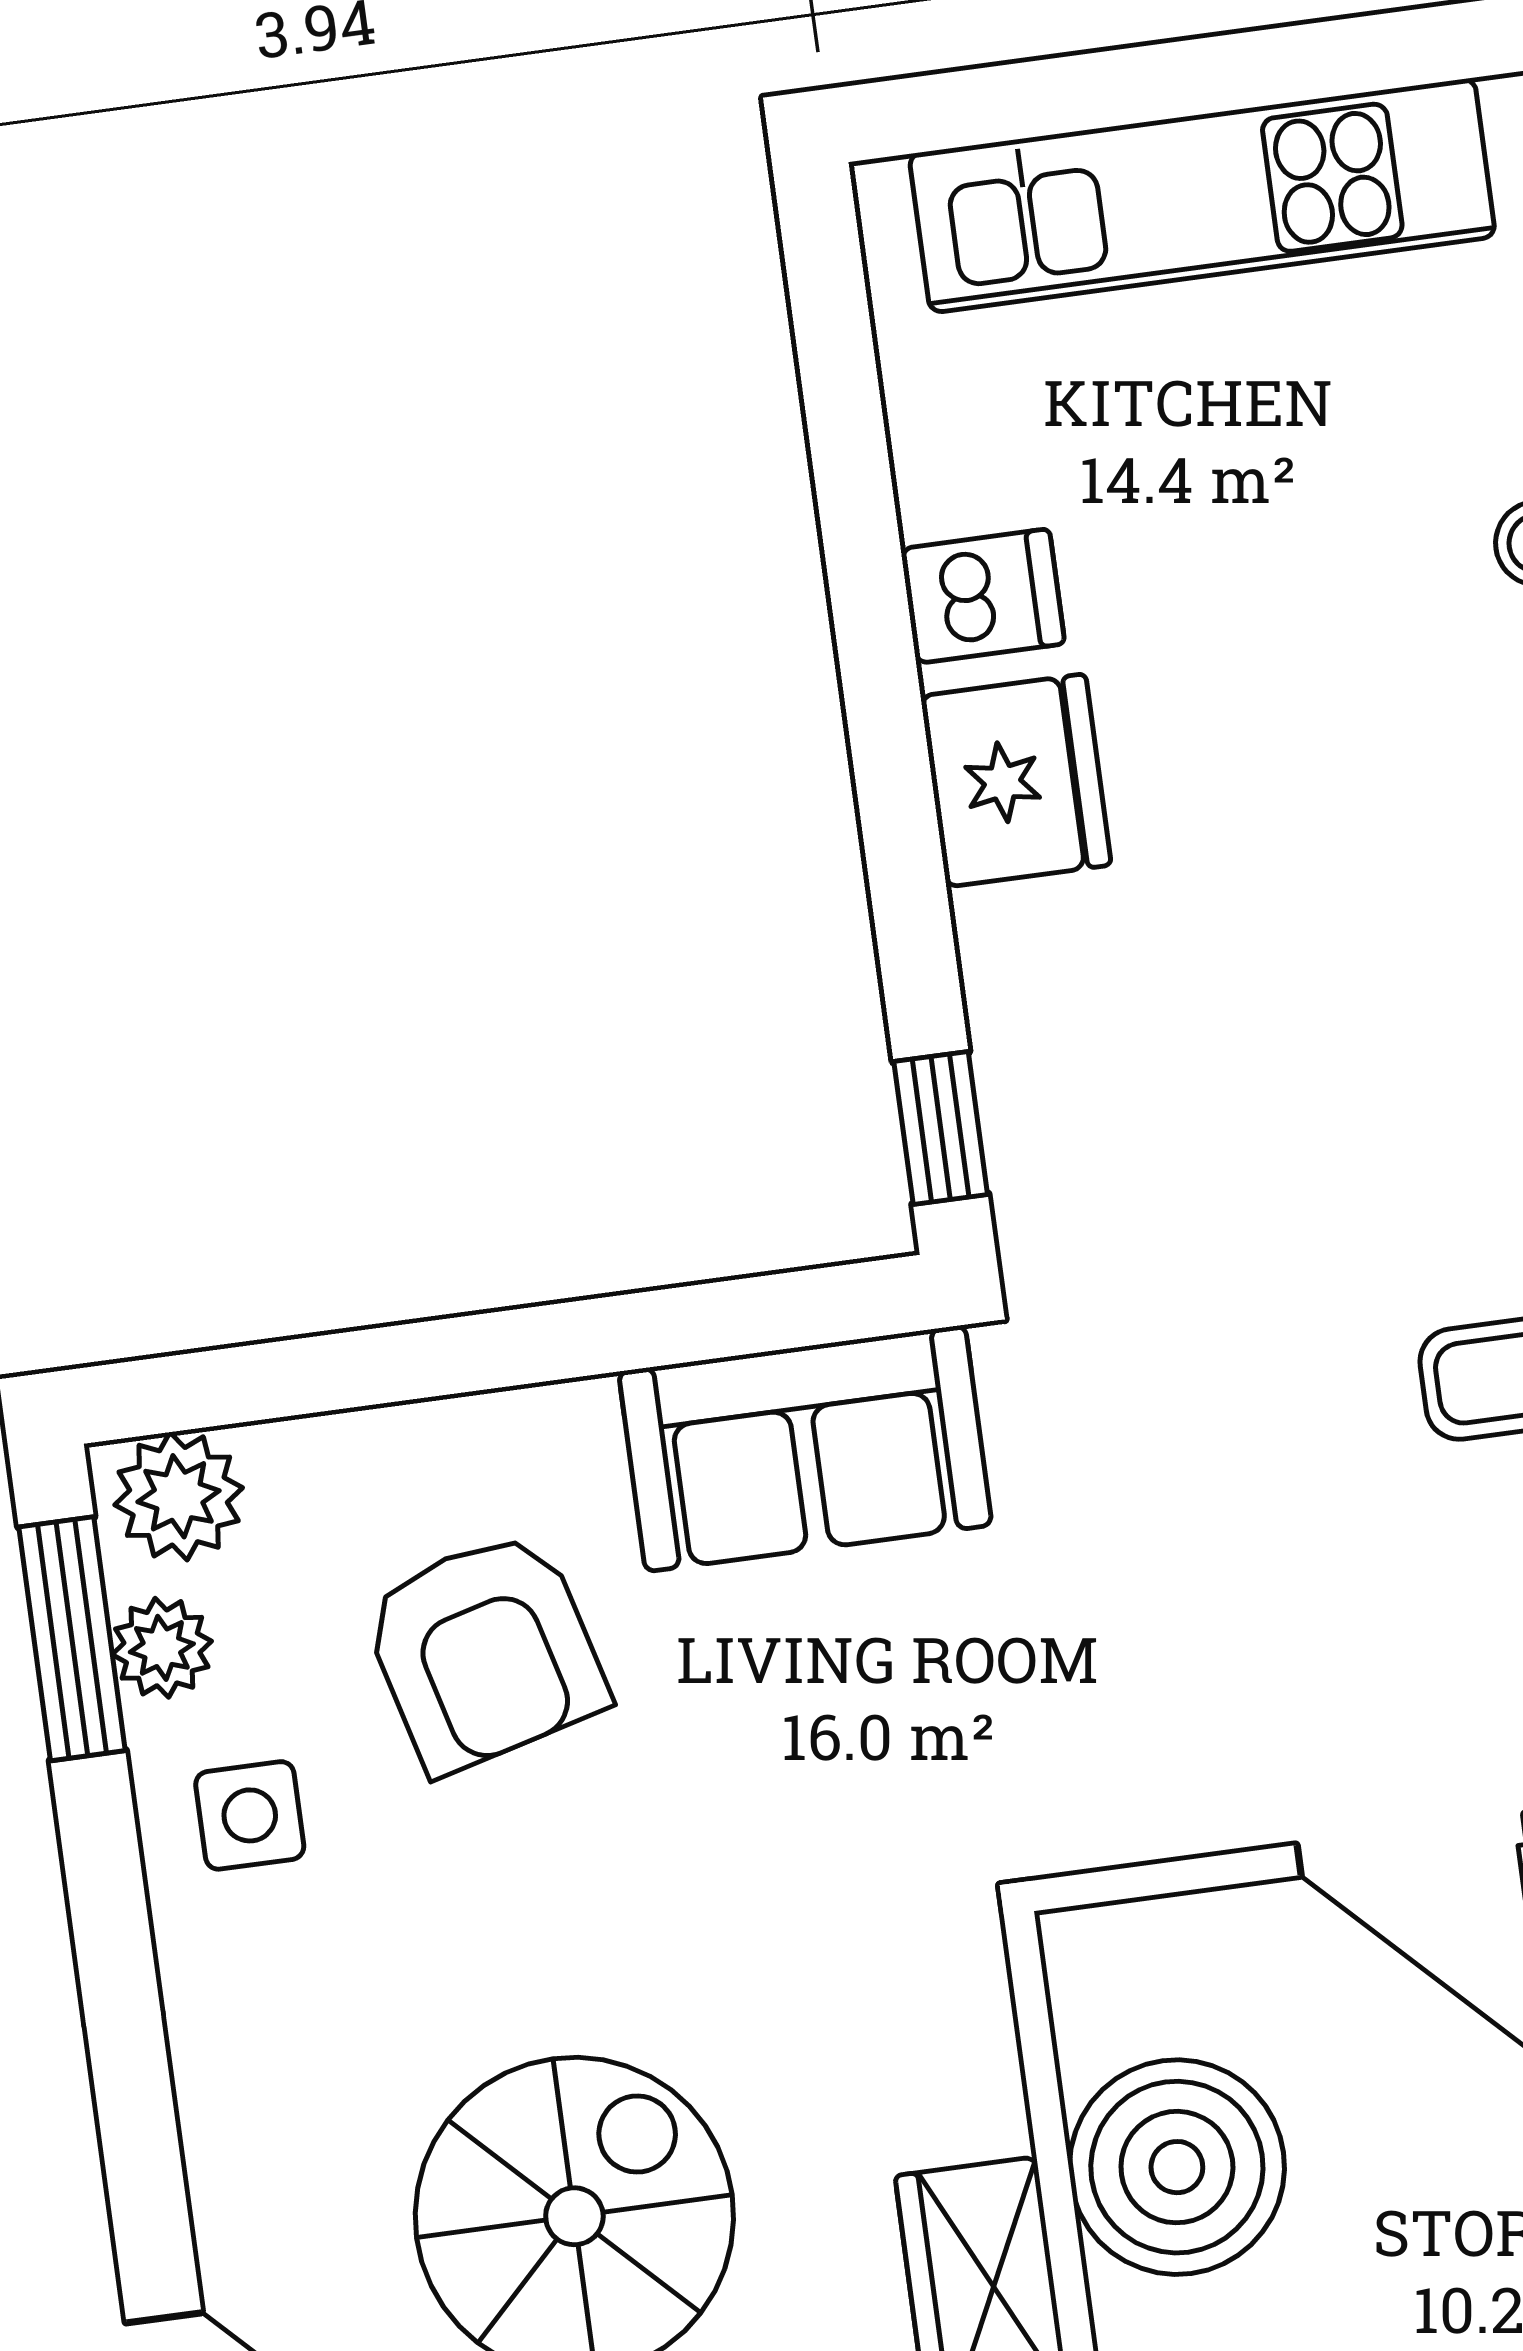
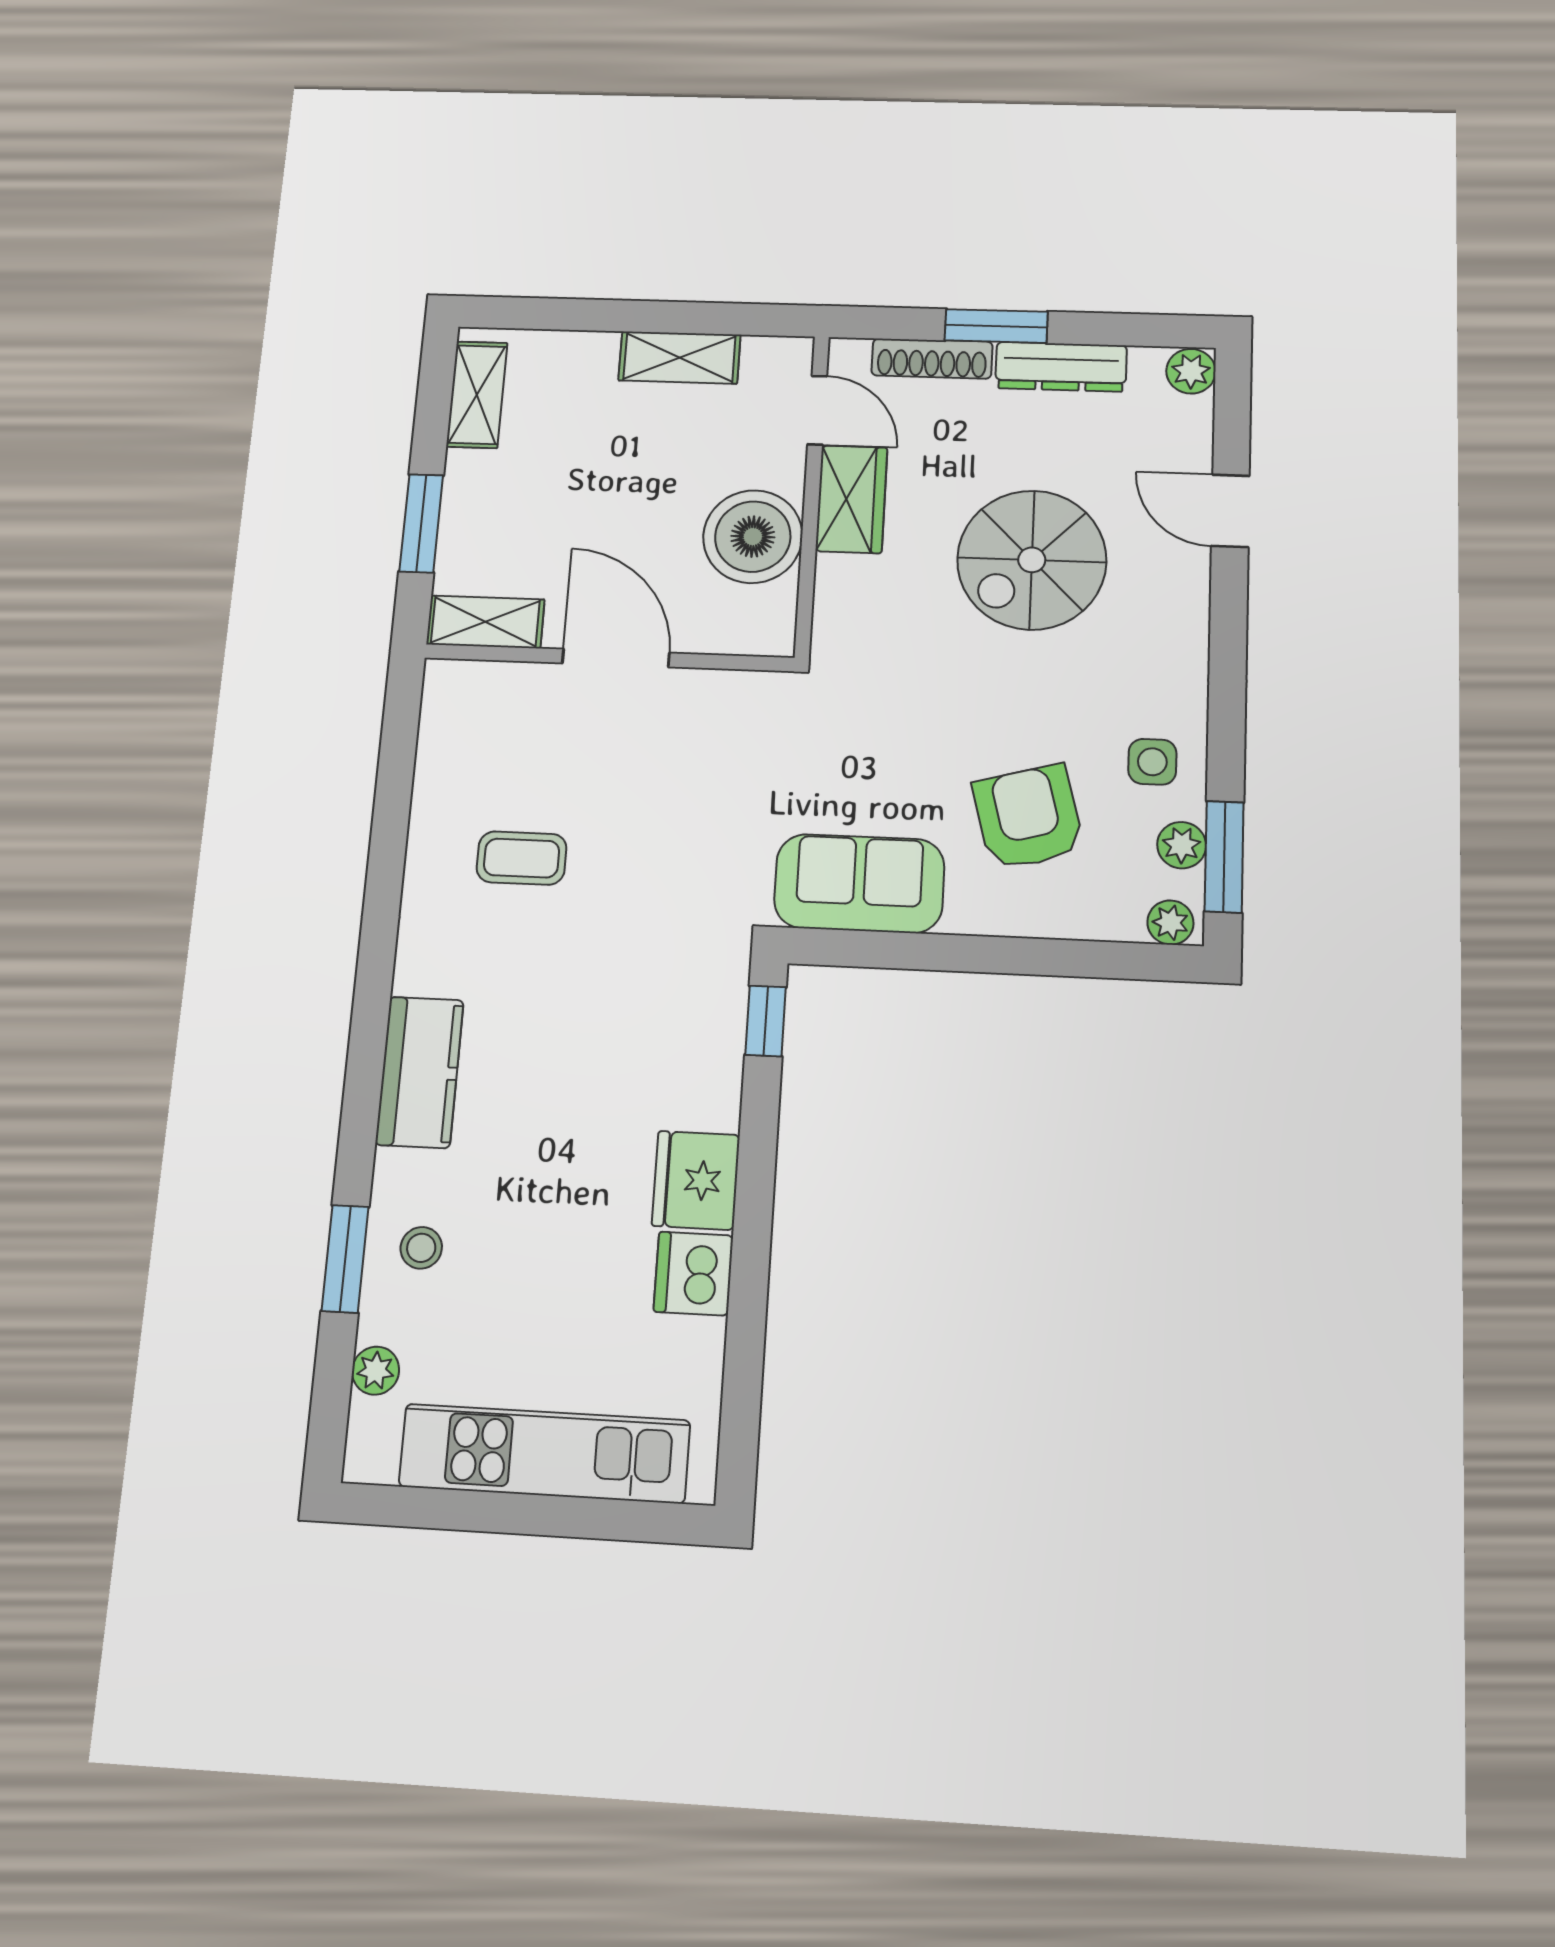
dishwasher: (983, 596) -> (693, 1274), width x1.38
plant: (179, 1496) -> (1170, 923), width x0.73, depth x0.73

